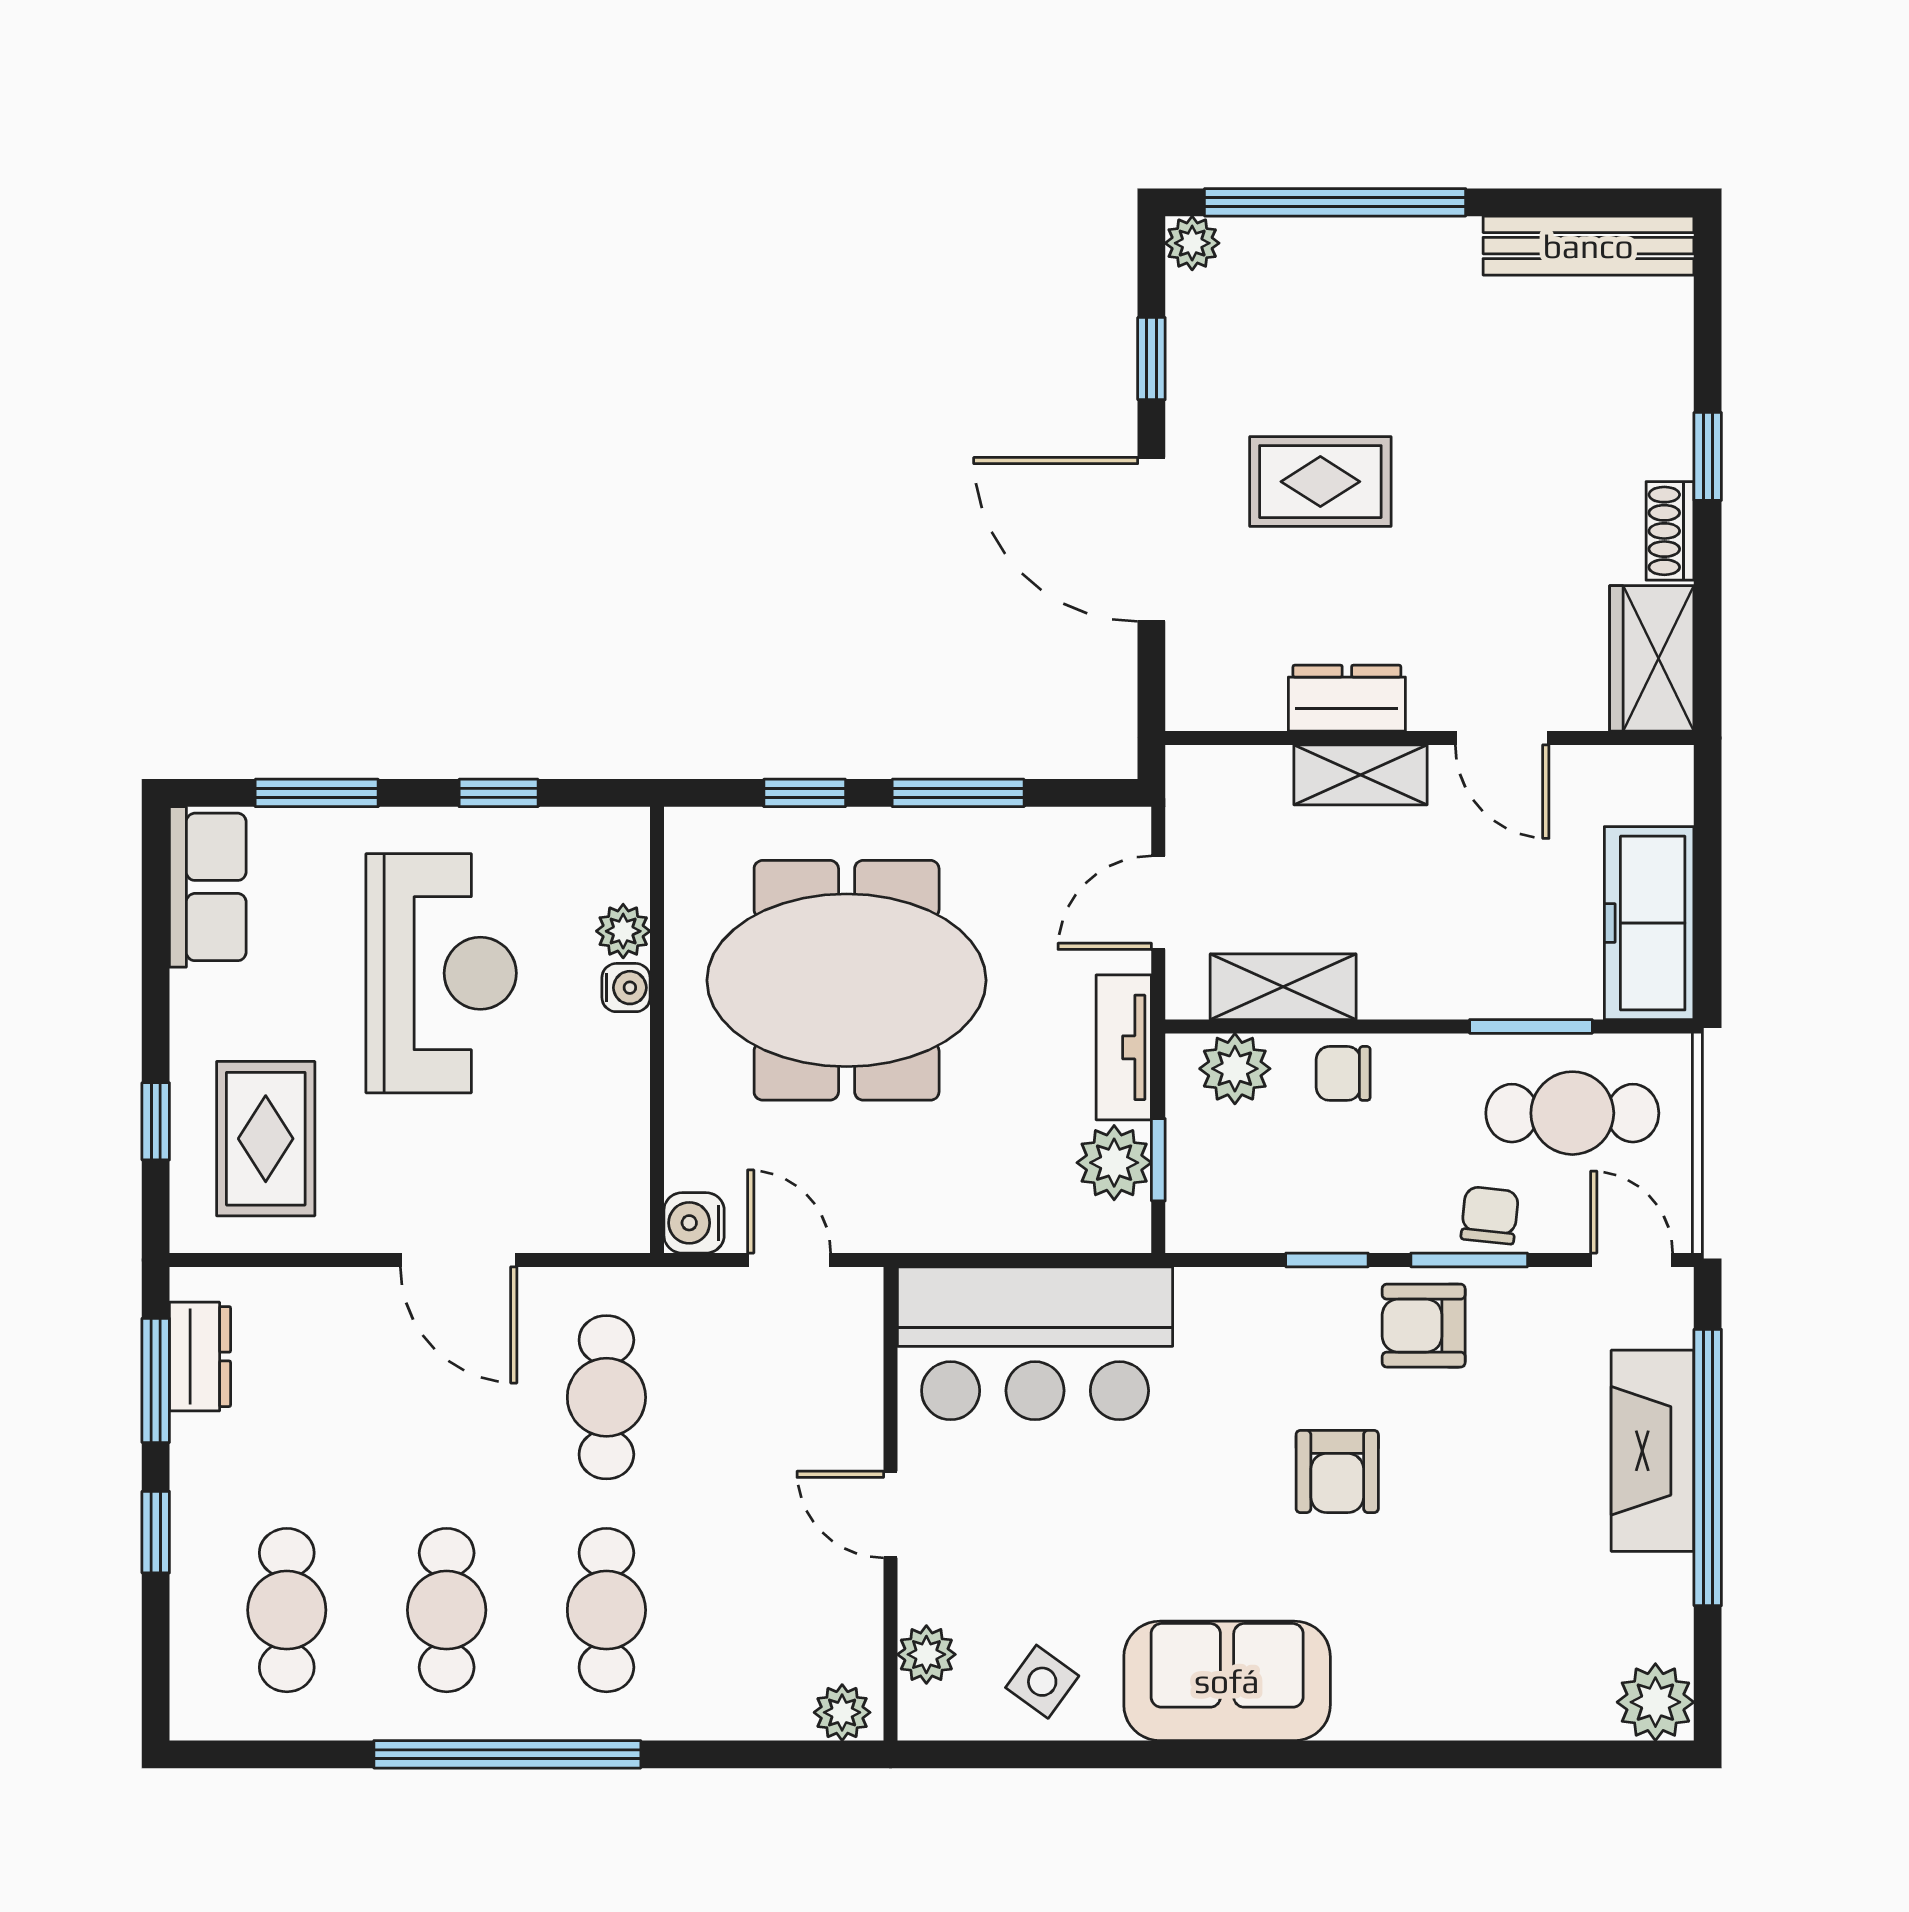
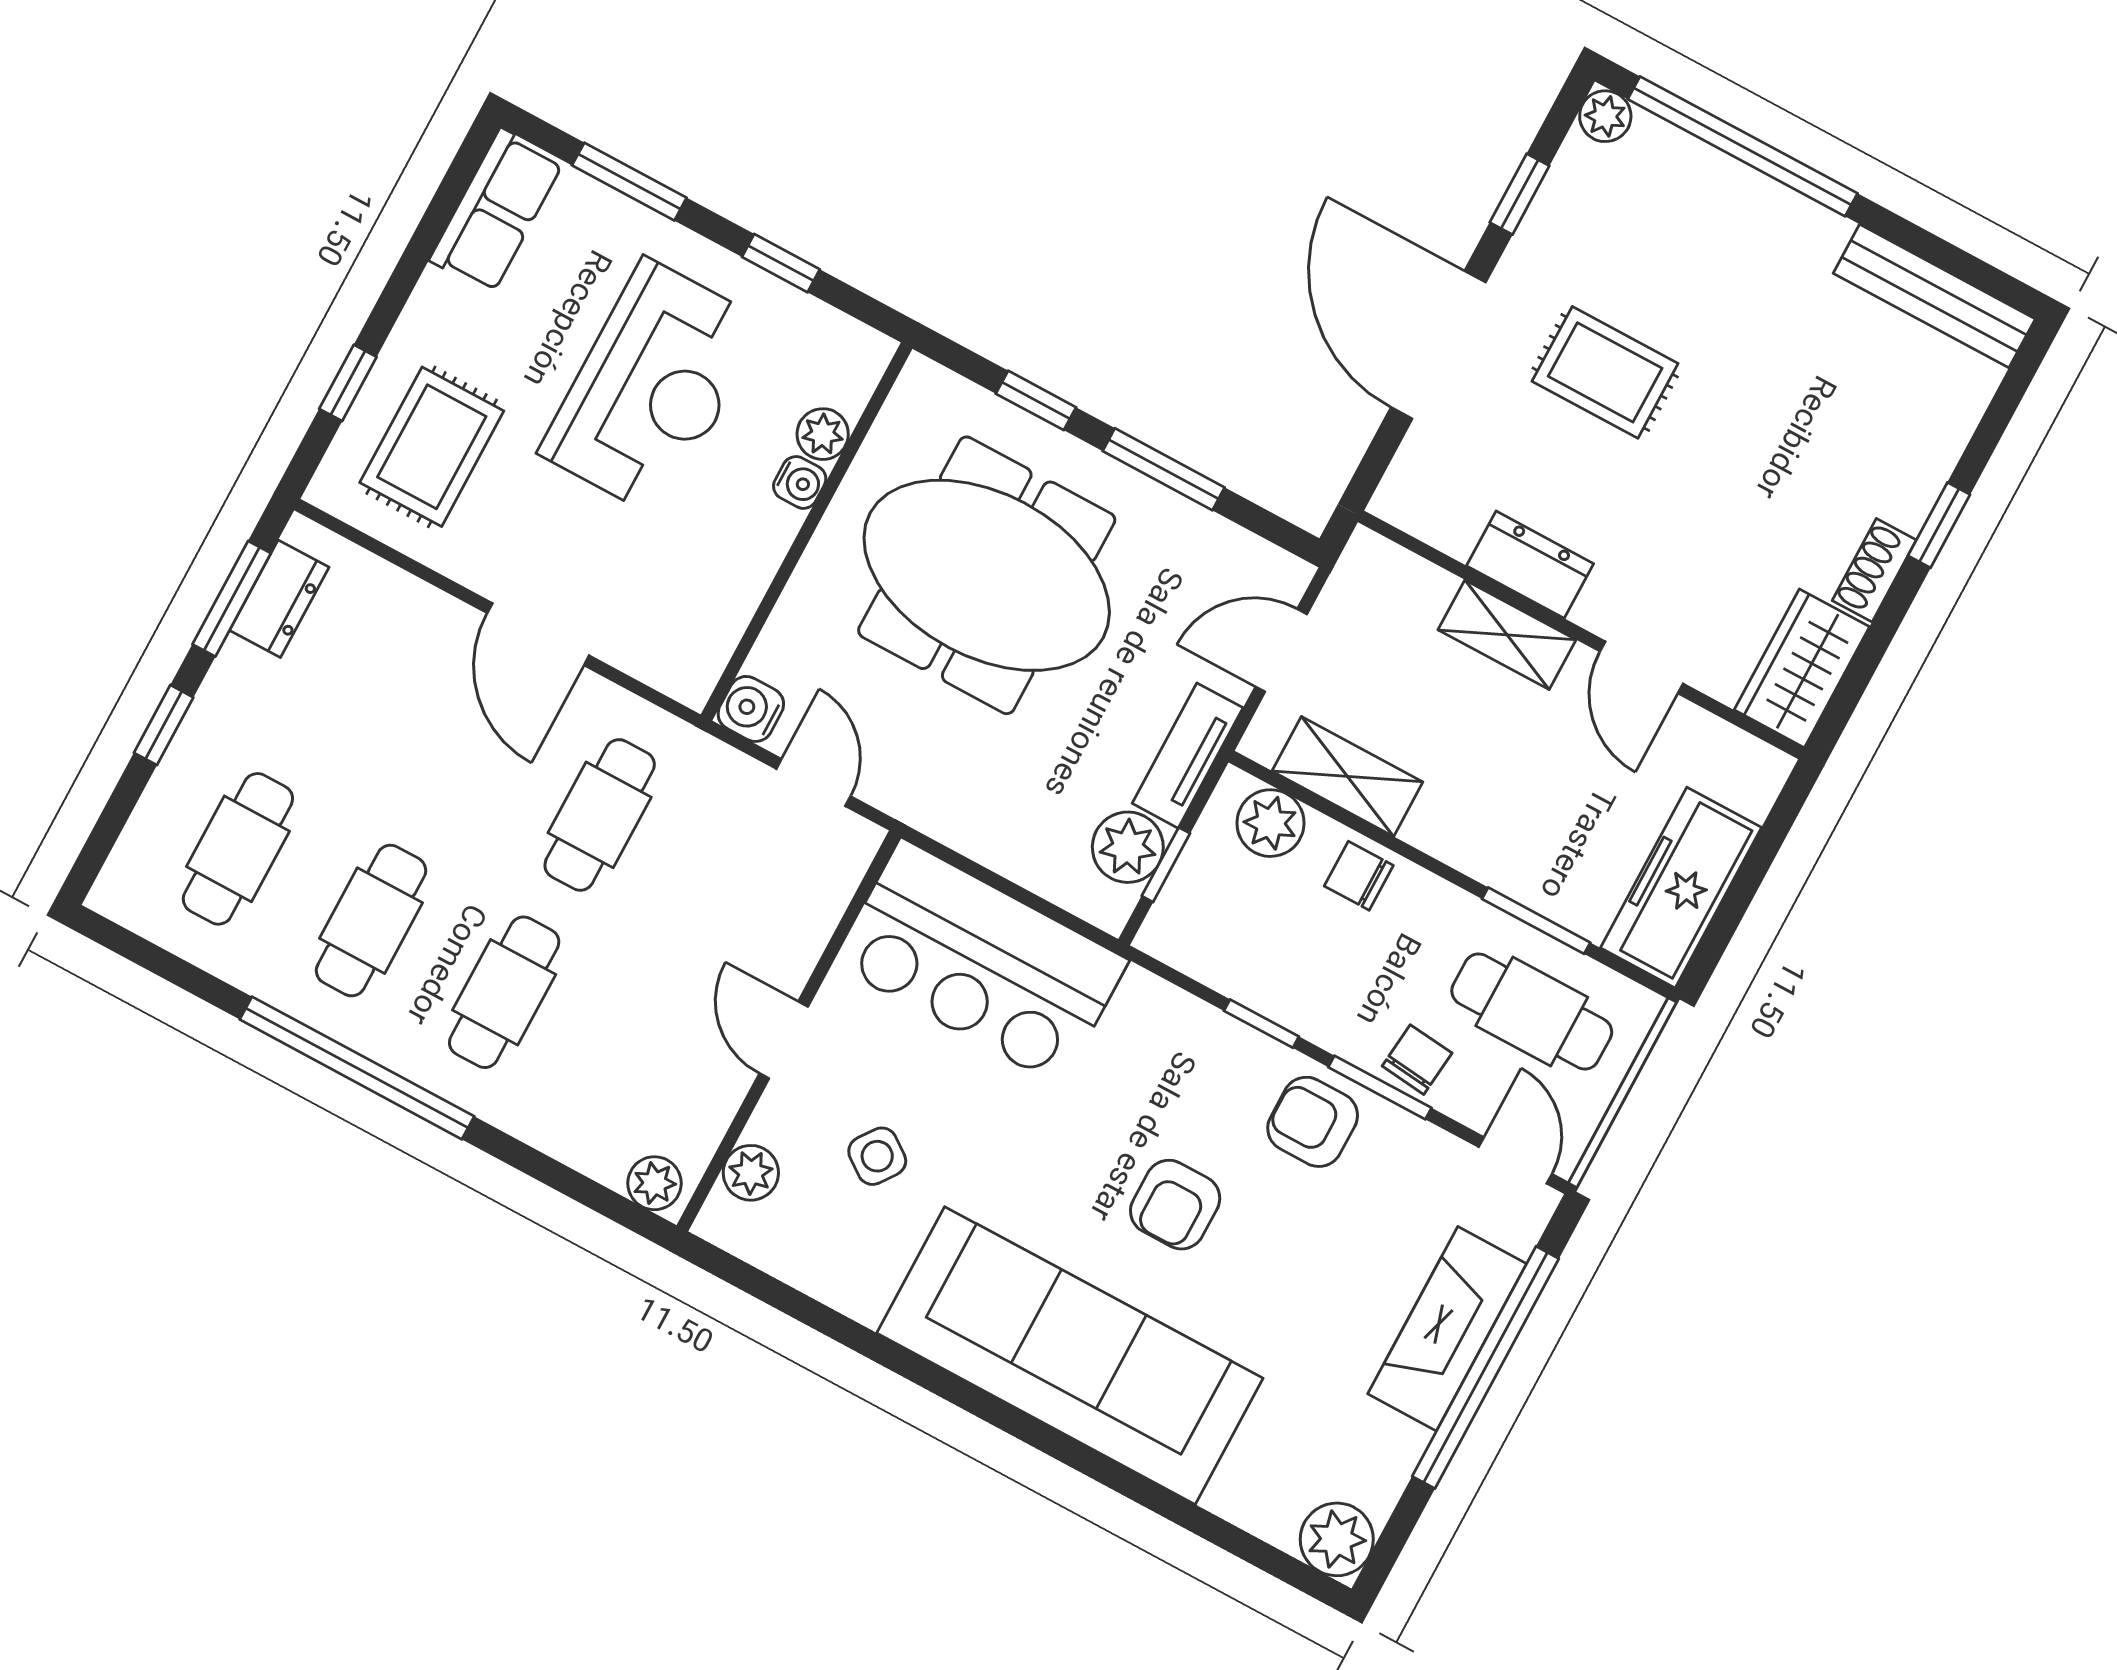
sofa: (1227, 1681) -> (1070, 1356), width x1.85, depth x1.27
side table: (1042, 1682) -> (877, 1156), moved

